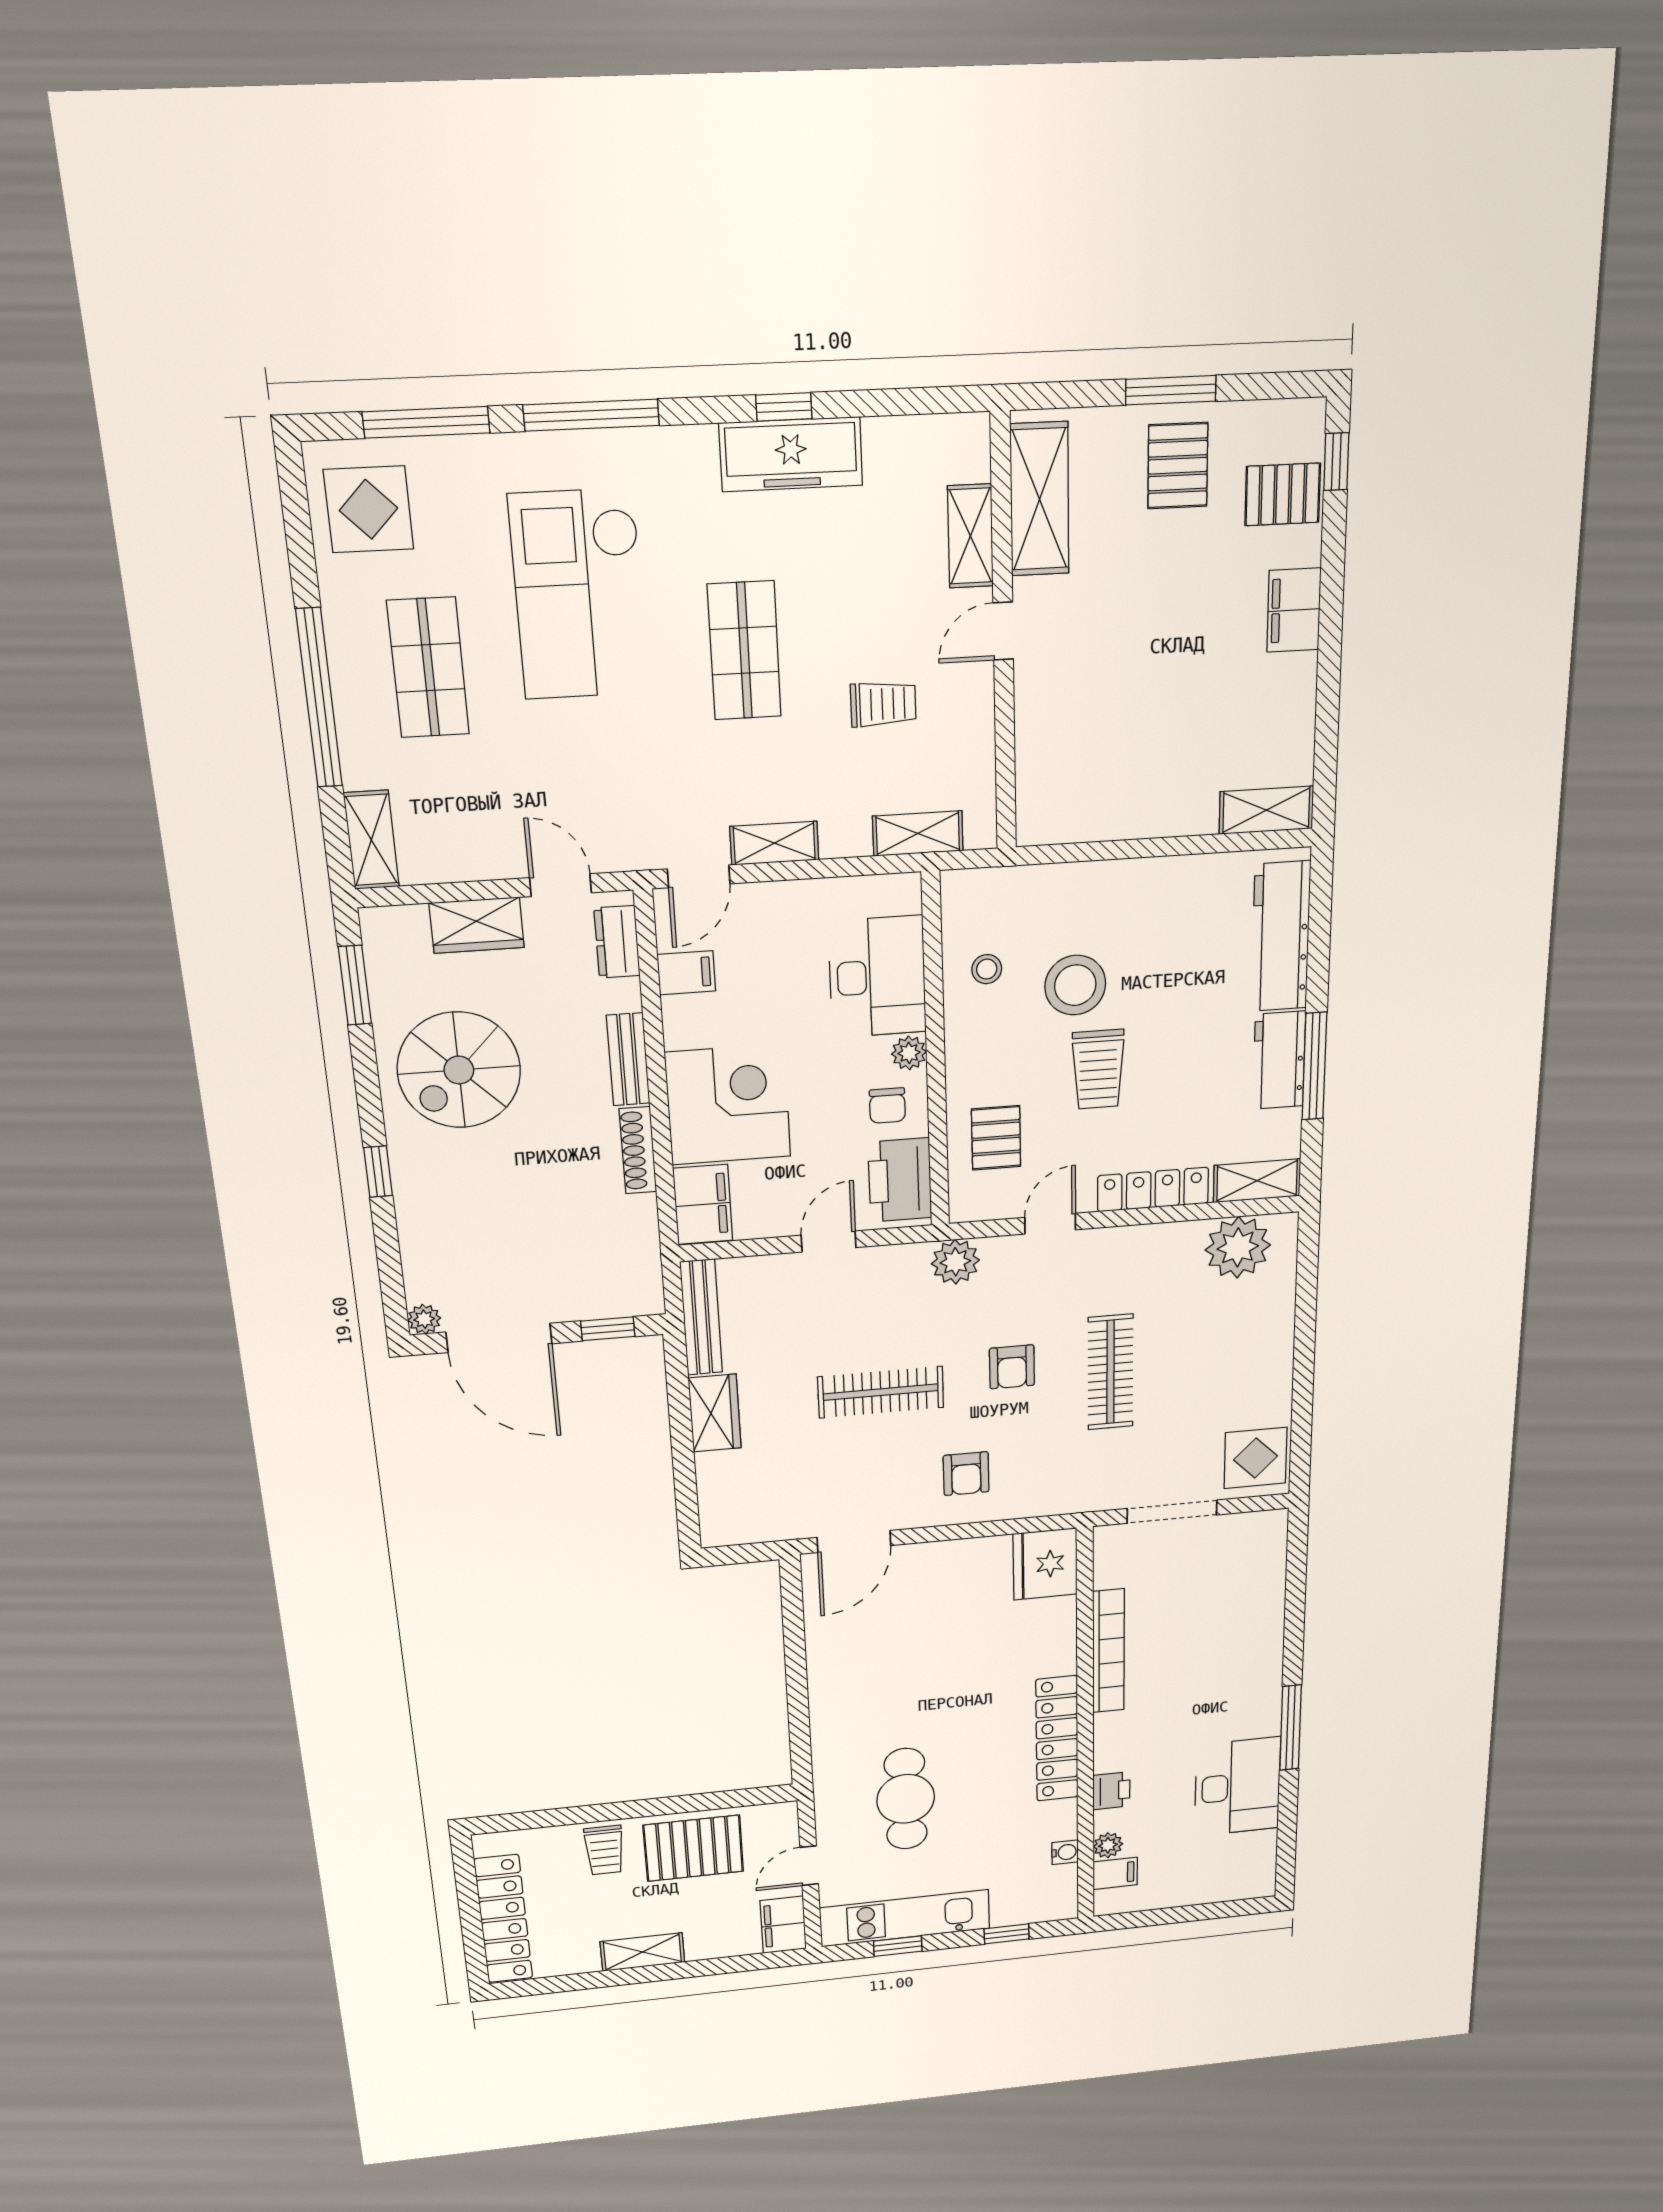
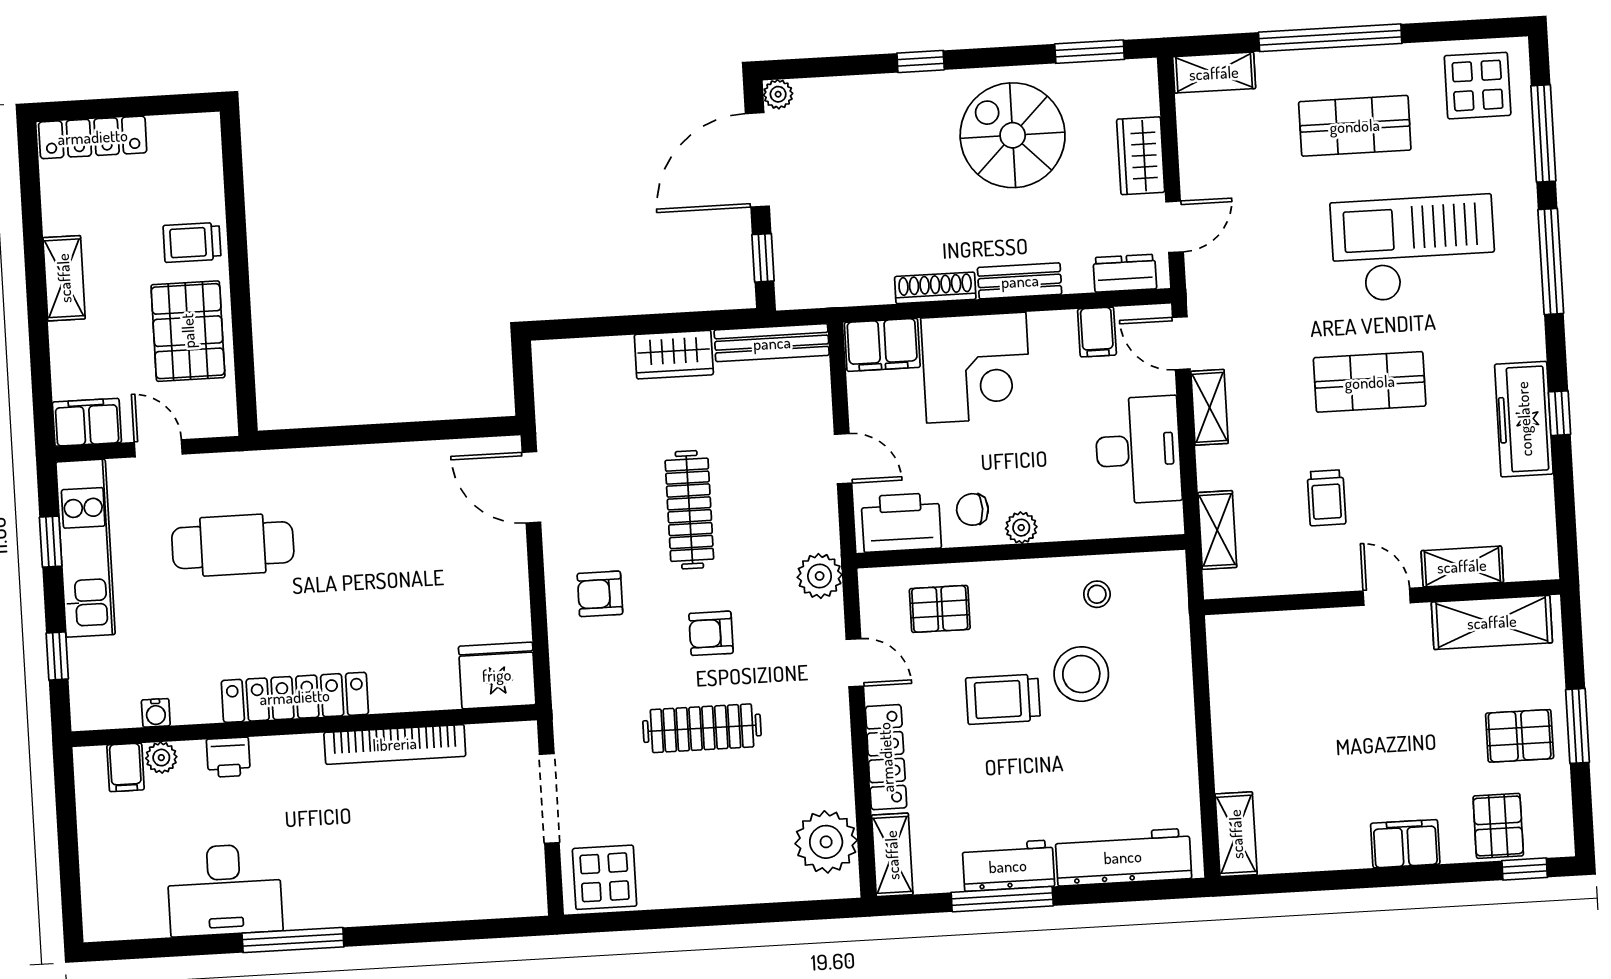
desk: (877, 977) -> (1138, 450), moved, turned -90
locker: (503, 1919) -> (93, 137), width x0.71, depth x0.83

